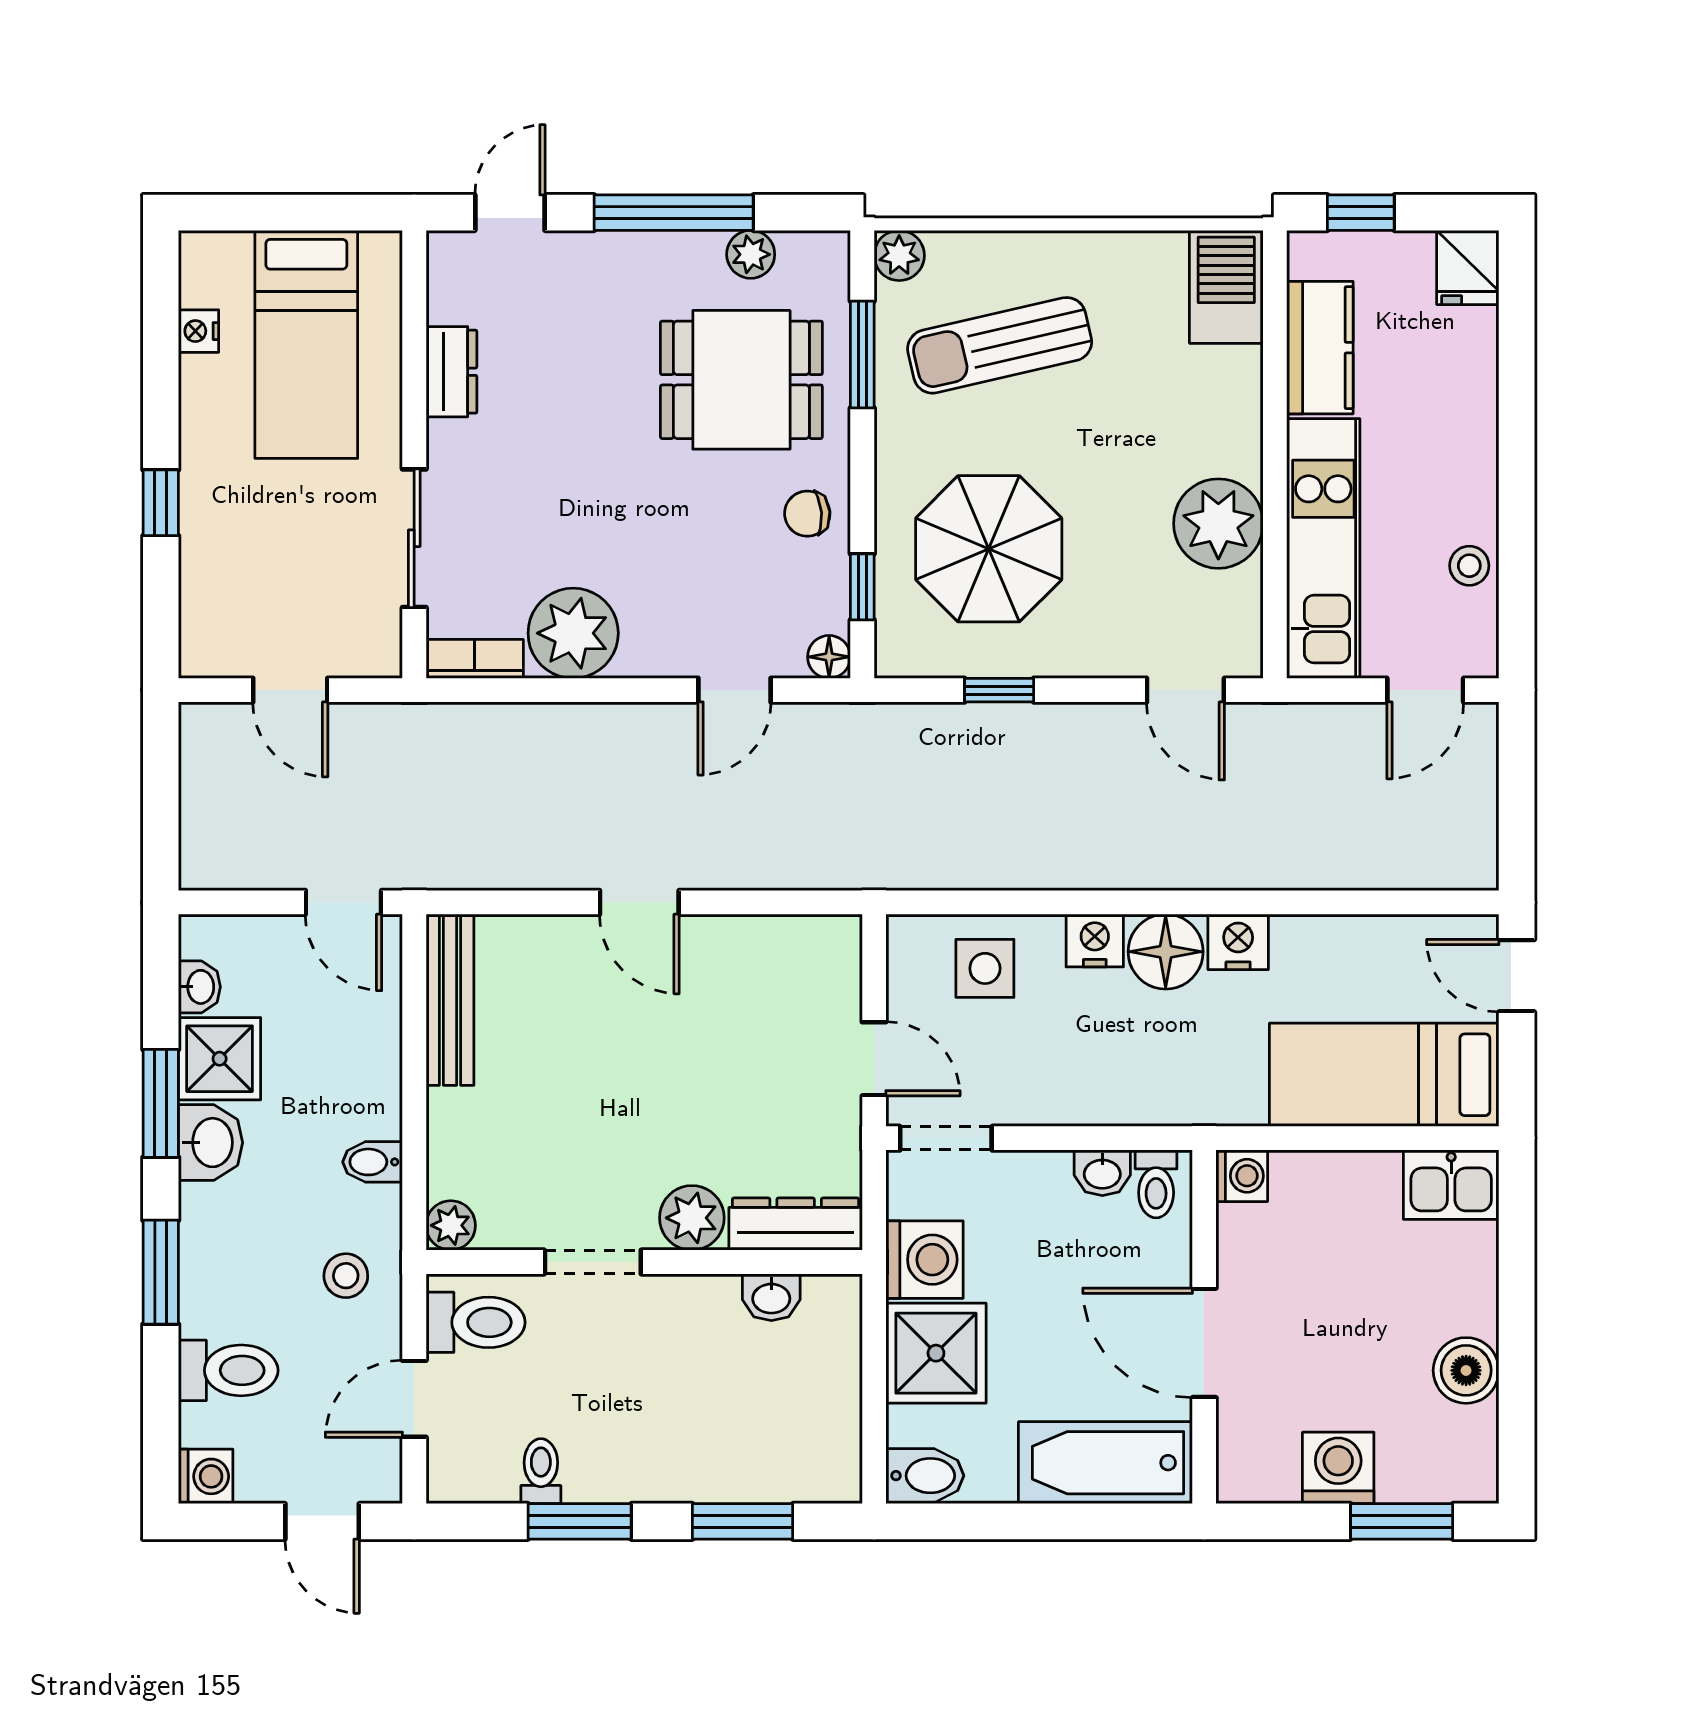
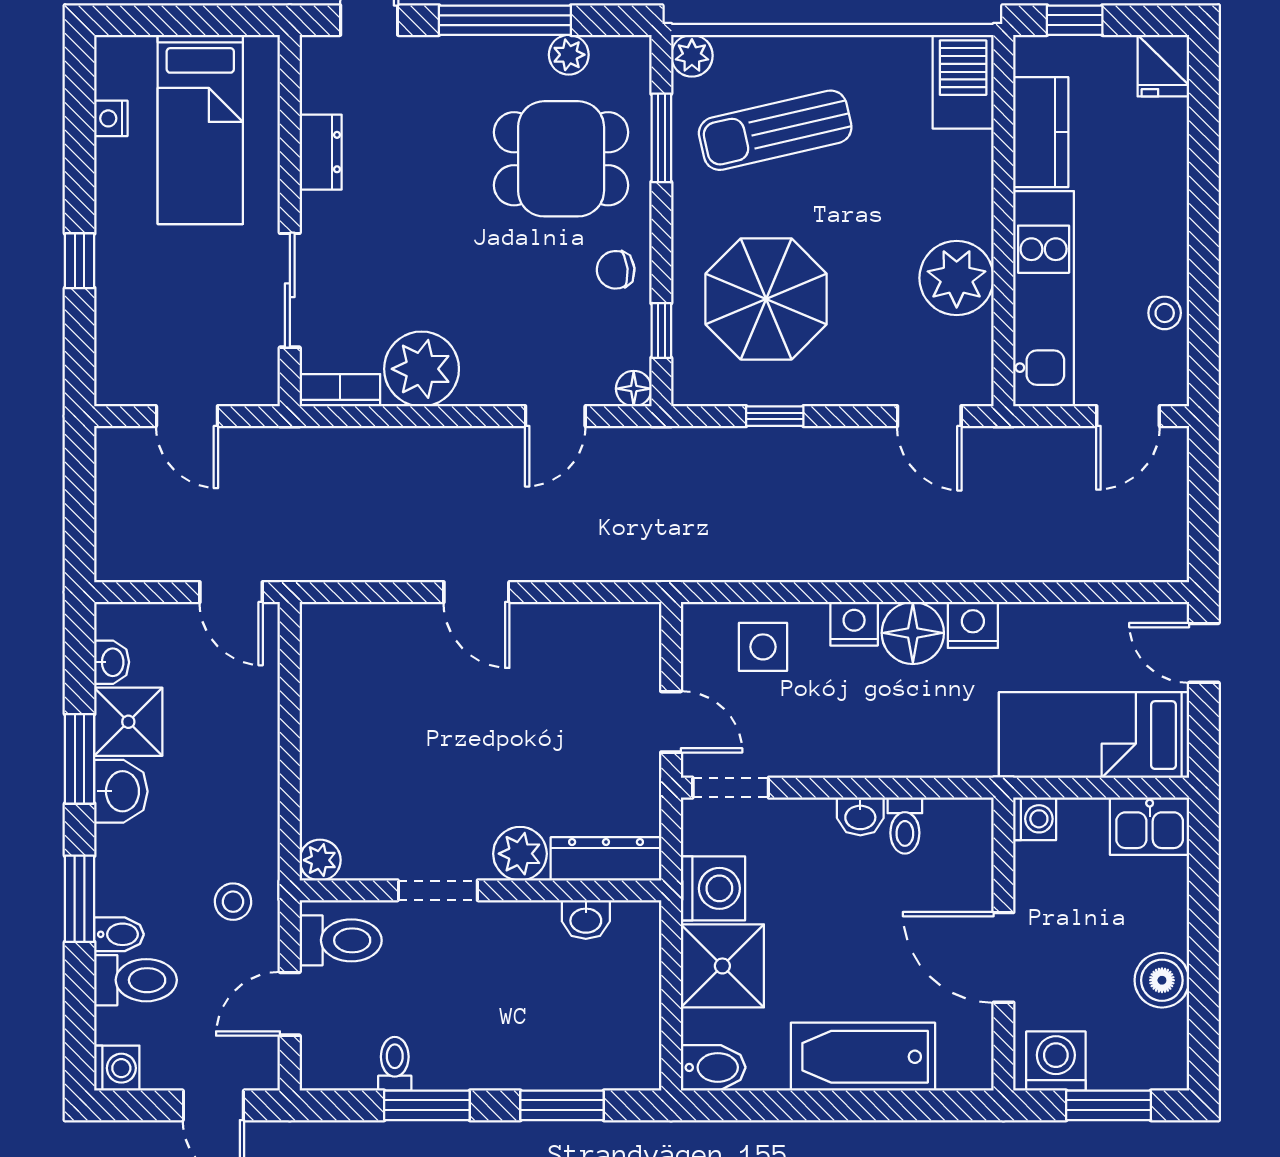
bench: (450, 1000) -> (319, 673), removed
bidet: (373, 1162) -> (119, 934), moved, turned 180
washing machine: (1242, 1176) -> (1035, 819), moved
wall: (1204, 1327) -> (1003, 944), moved
door: (1204, 1343) -> (1003, 957), moved

